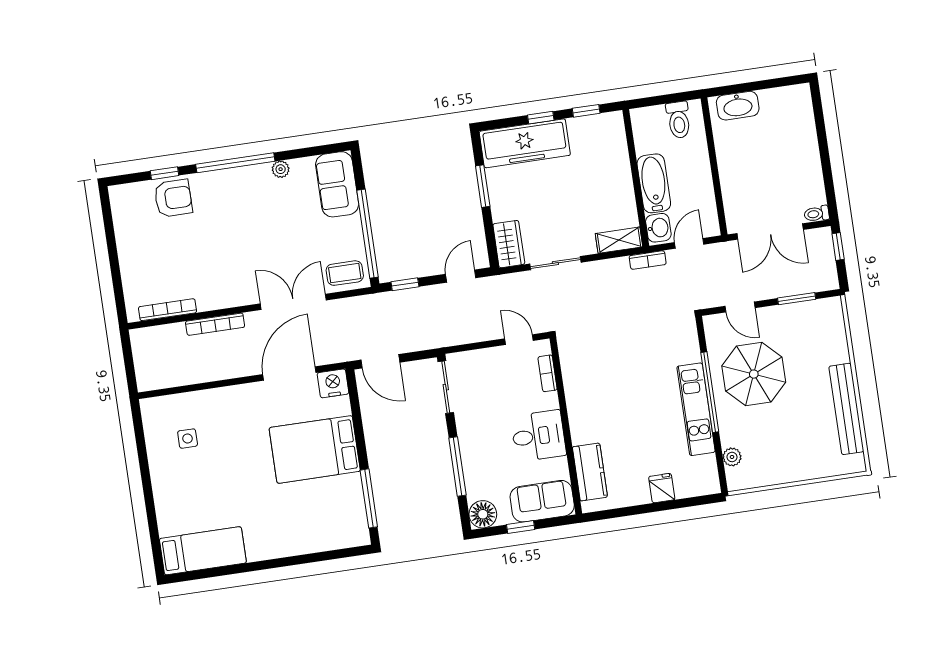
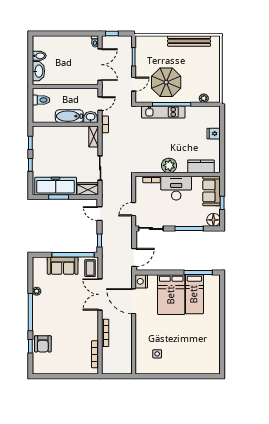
bidet: (770, 103) -> (39, 56), added
freezer: (525, 143) -> (56, 186), moved, turned -90
sofa: (337, 184) -> (63, 266), moved
armchair: (173, 198) -> (43, 344), turned 180
door: (689, 243) -> (100, 104), swing flipped
door: (519, 340) -> (134, 209), moved
plant: (582, 405) -> (169, 165), added
kitchen unit: (696, 409) -> (163, 112), moved
desk: (538, 436) -> (176, 188), width x1.37
bed: (203, 551) -> (194, 294), moved, turned 180

